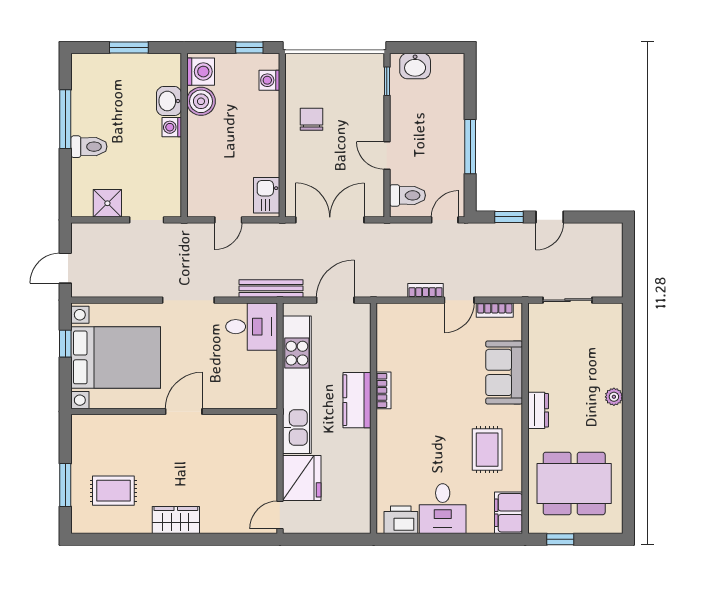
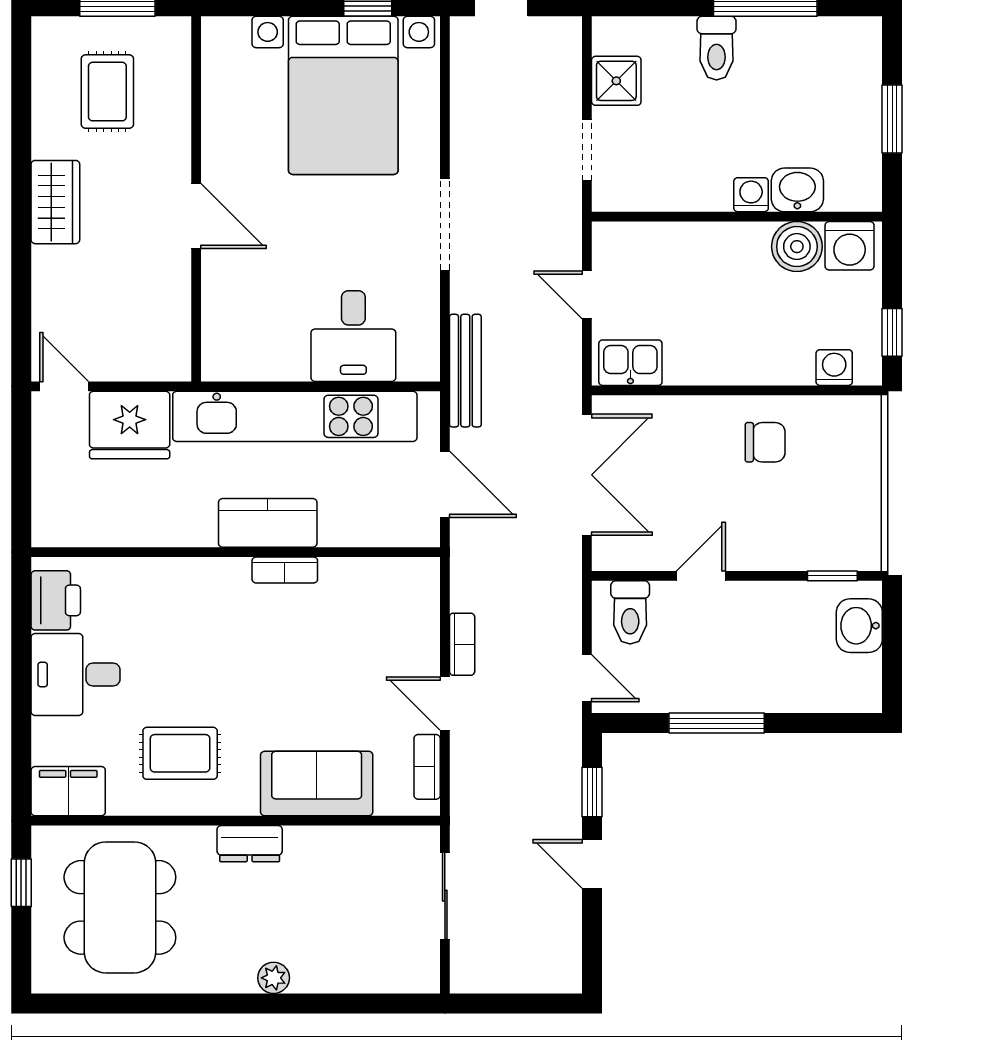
desk: (252, 327) -> (353, 336), moved
wall: (174, 412) -> (196, 199), moved
door: (184, 412) -> (196, 216), moved

